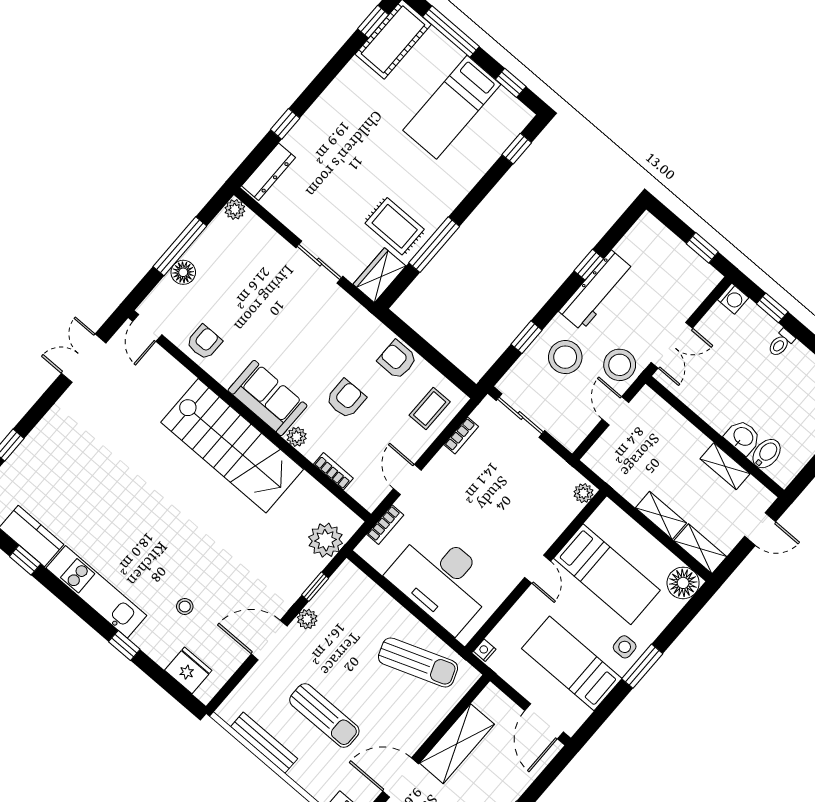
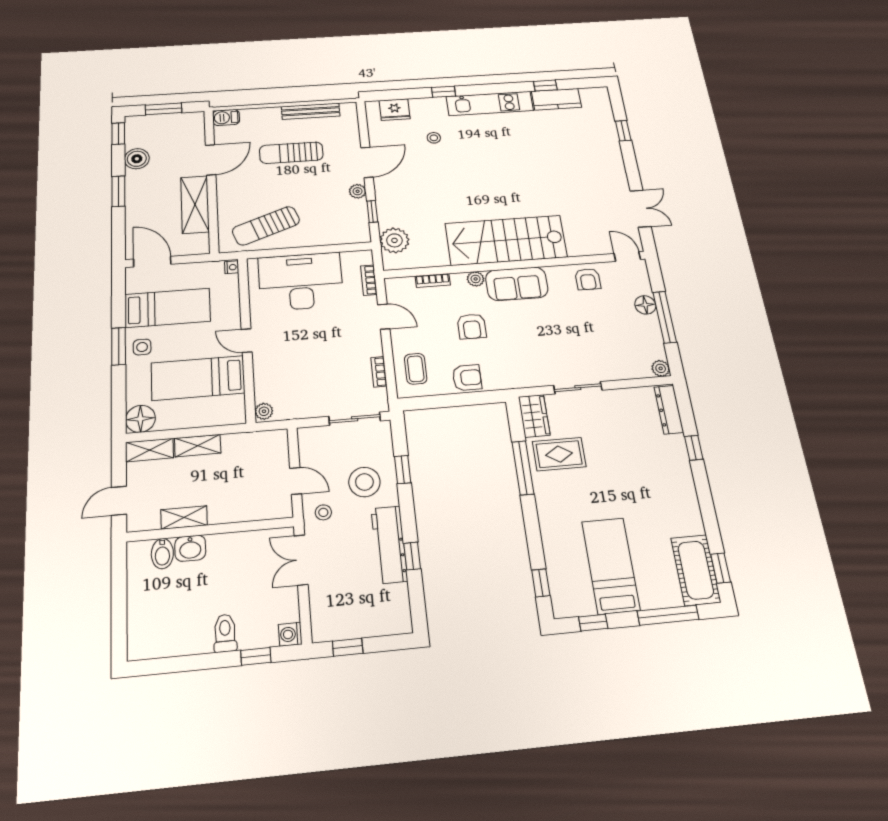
toilet: (781, 343) -> (225, 633), width x1.37, depth x1.39
stool: (620, 365) -> (323, 512), width x0.53, depth x0.53

